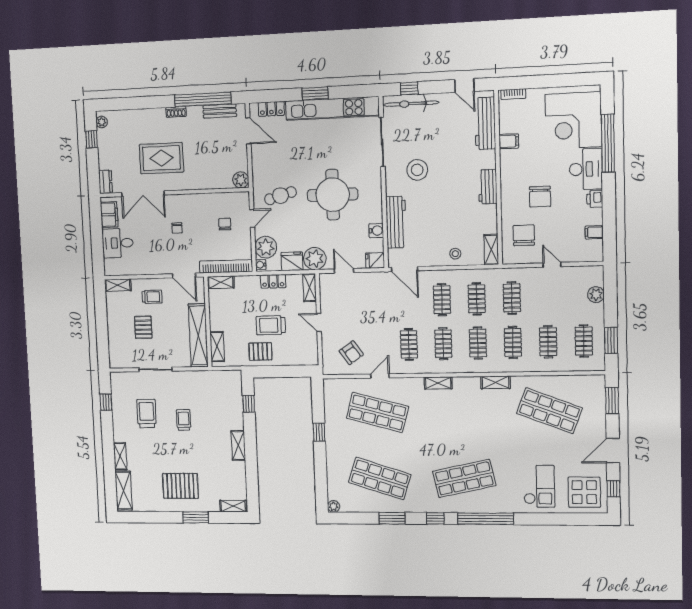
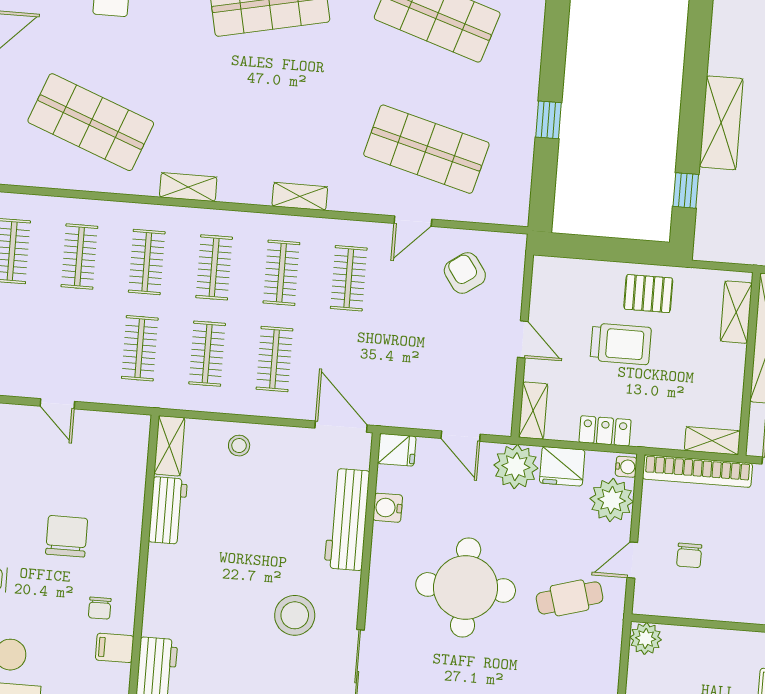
workbench: (488, 187) -> (168, 510), moved
chair: (524, 235) -> (100, 608), moved, width x0.54, depth x0.54
shelving: (238, 445) -> (721, 123), width x1.50, depth x1.33

